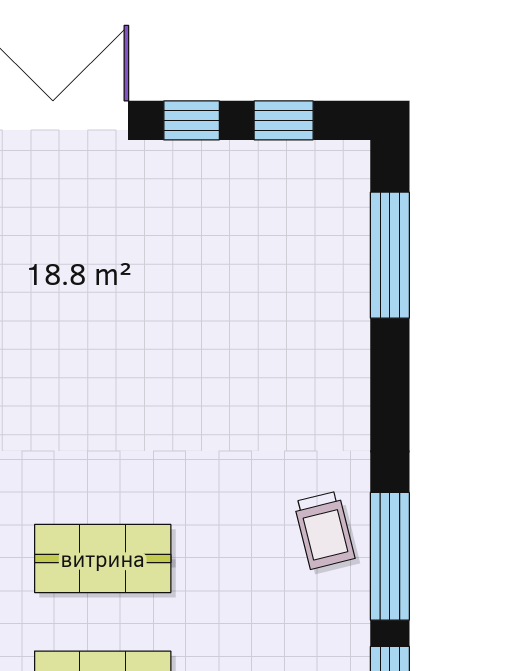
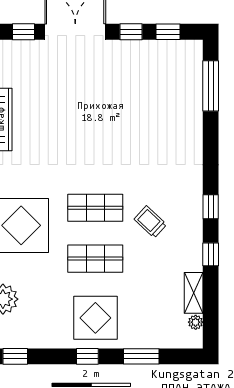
trolley: (324, 530) -> (150, 222), moved, turned 147
window: (390, 556) -> (211, 207), width x0.46

